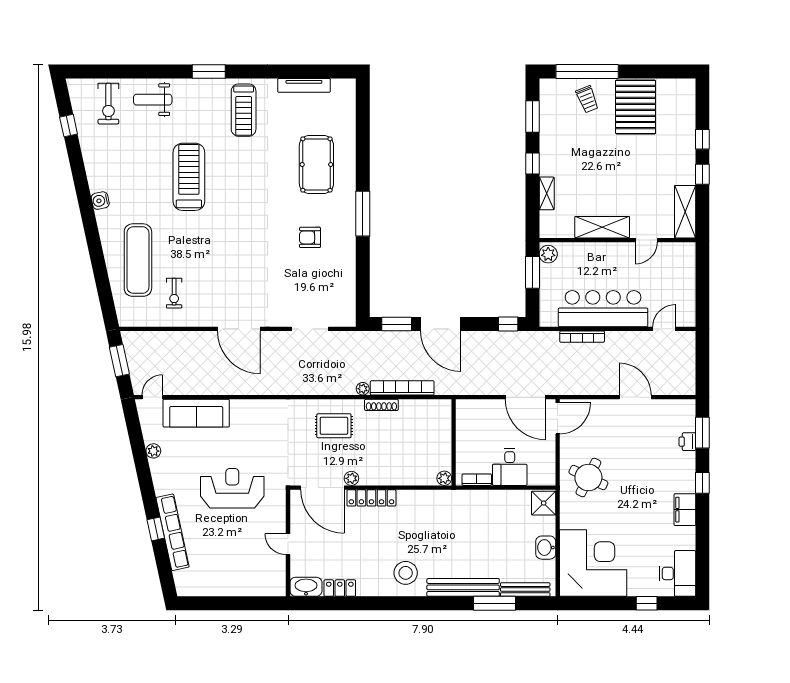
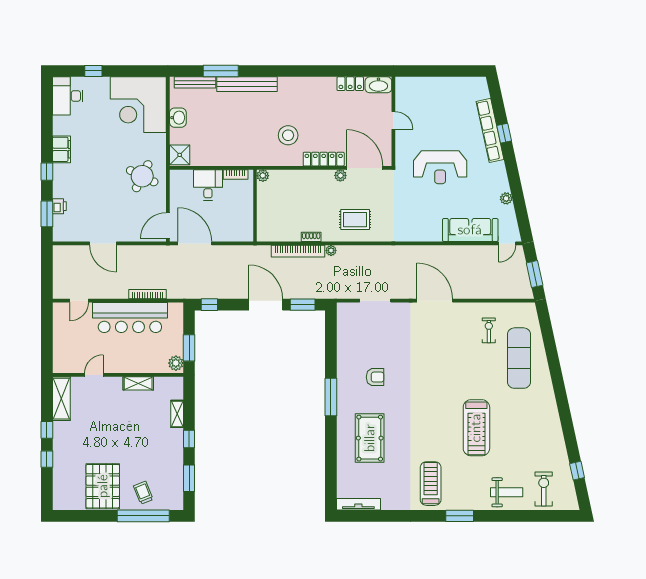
tv unit: (304, 85) -> (358, 504), moved
water cooler: (100, 201) -> (551, 408), removed
shelving: (602, 227) -> (138, 383), width x0.67, depth x0.75
shoe rack: (381, 405) -> (311, 237), width x0.70
stool: (406, 573) -> (288, 135), moved

